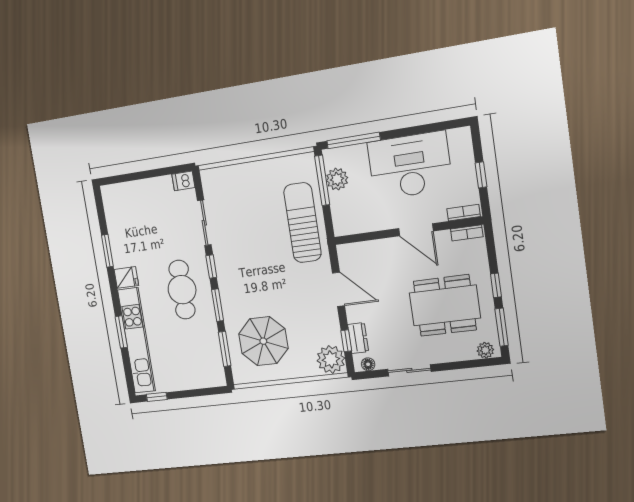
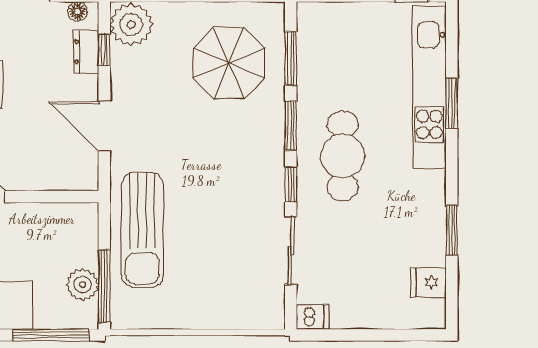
fridge: (126, 278) -> (428, 282), moved

